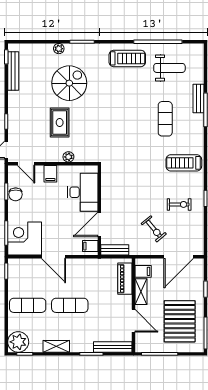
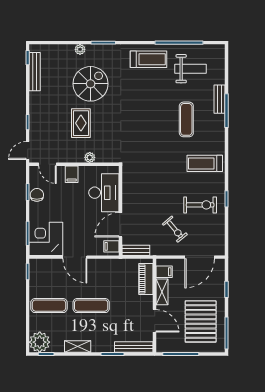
chair: (16, 194) -> (37, 195), turned 180
exercise bike: (179, 204) -> (200, 205), width x1.38, depth x1.39

